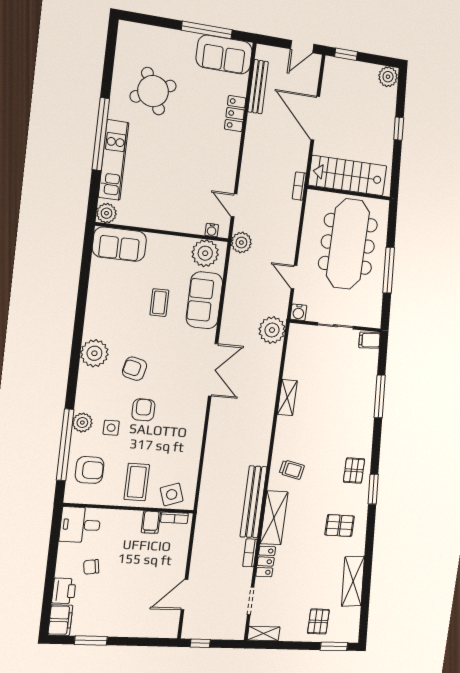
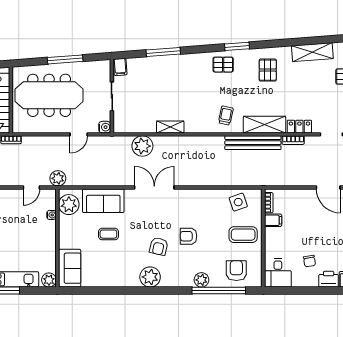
water cooler: (212, 230) -> (51, 215), moved
plant: (272, 330) -> (142, 146), moved
side table: (111, 428) -> (204, 258), removed
side table: (172, 494) -> (238, 202), moved

